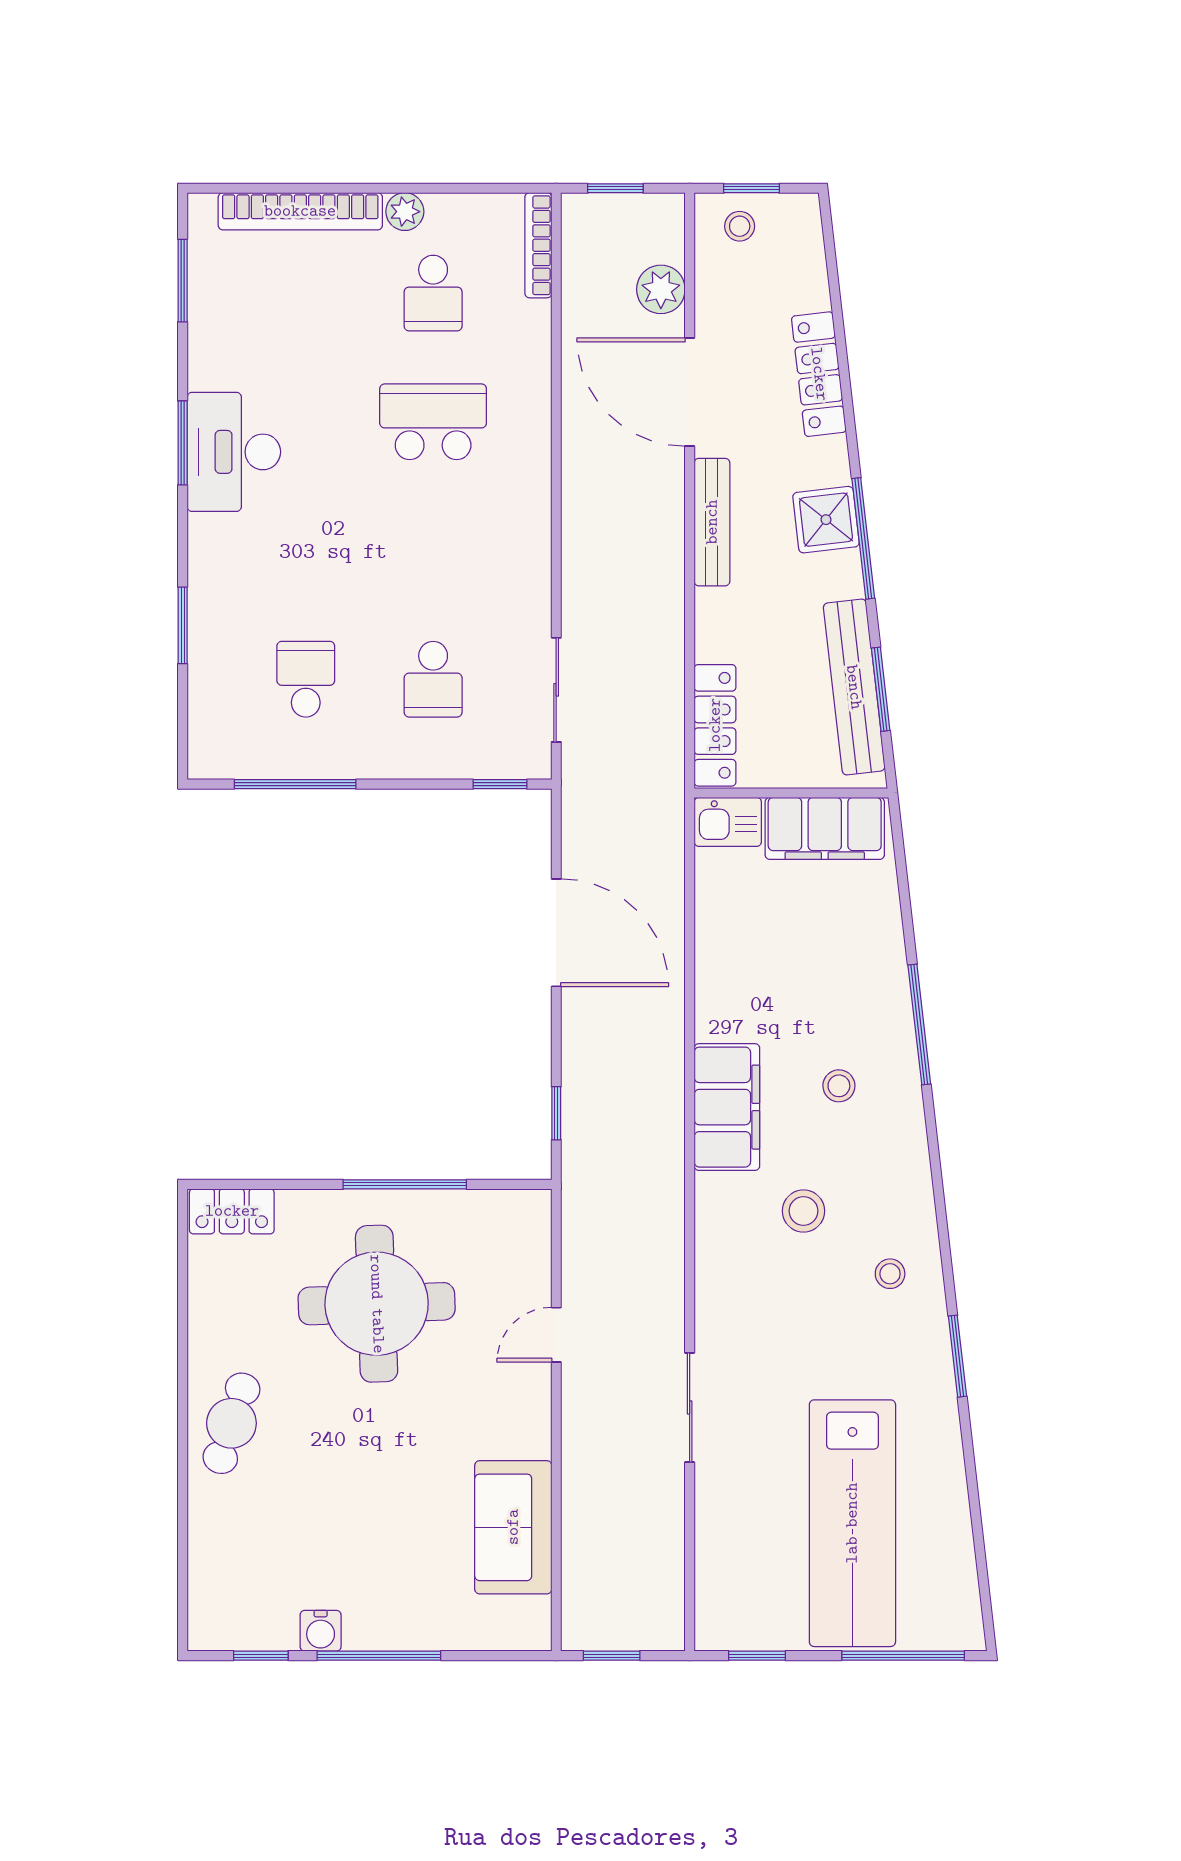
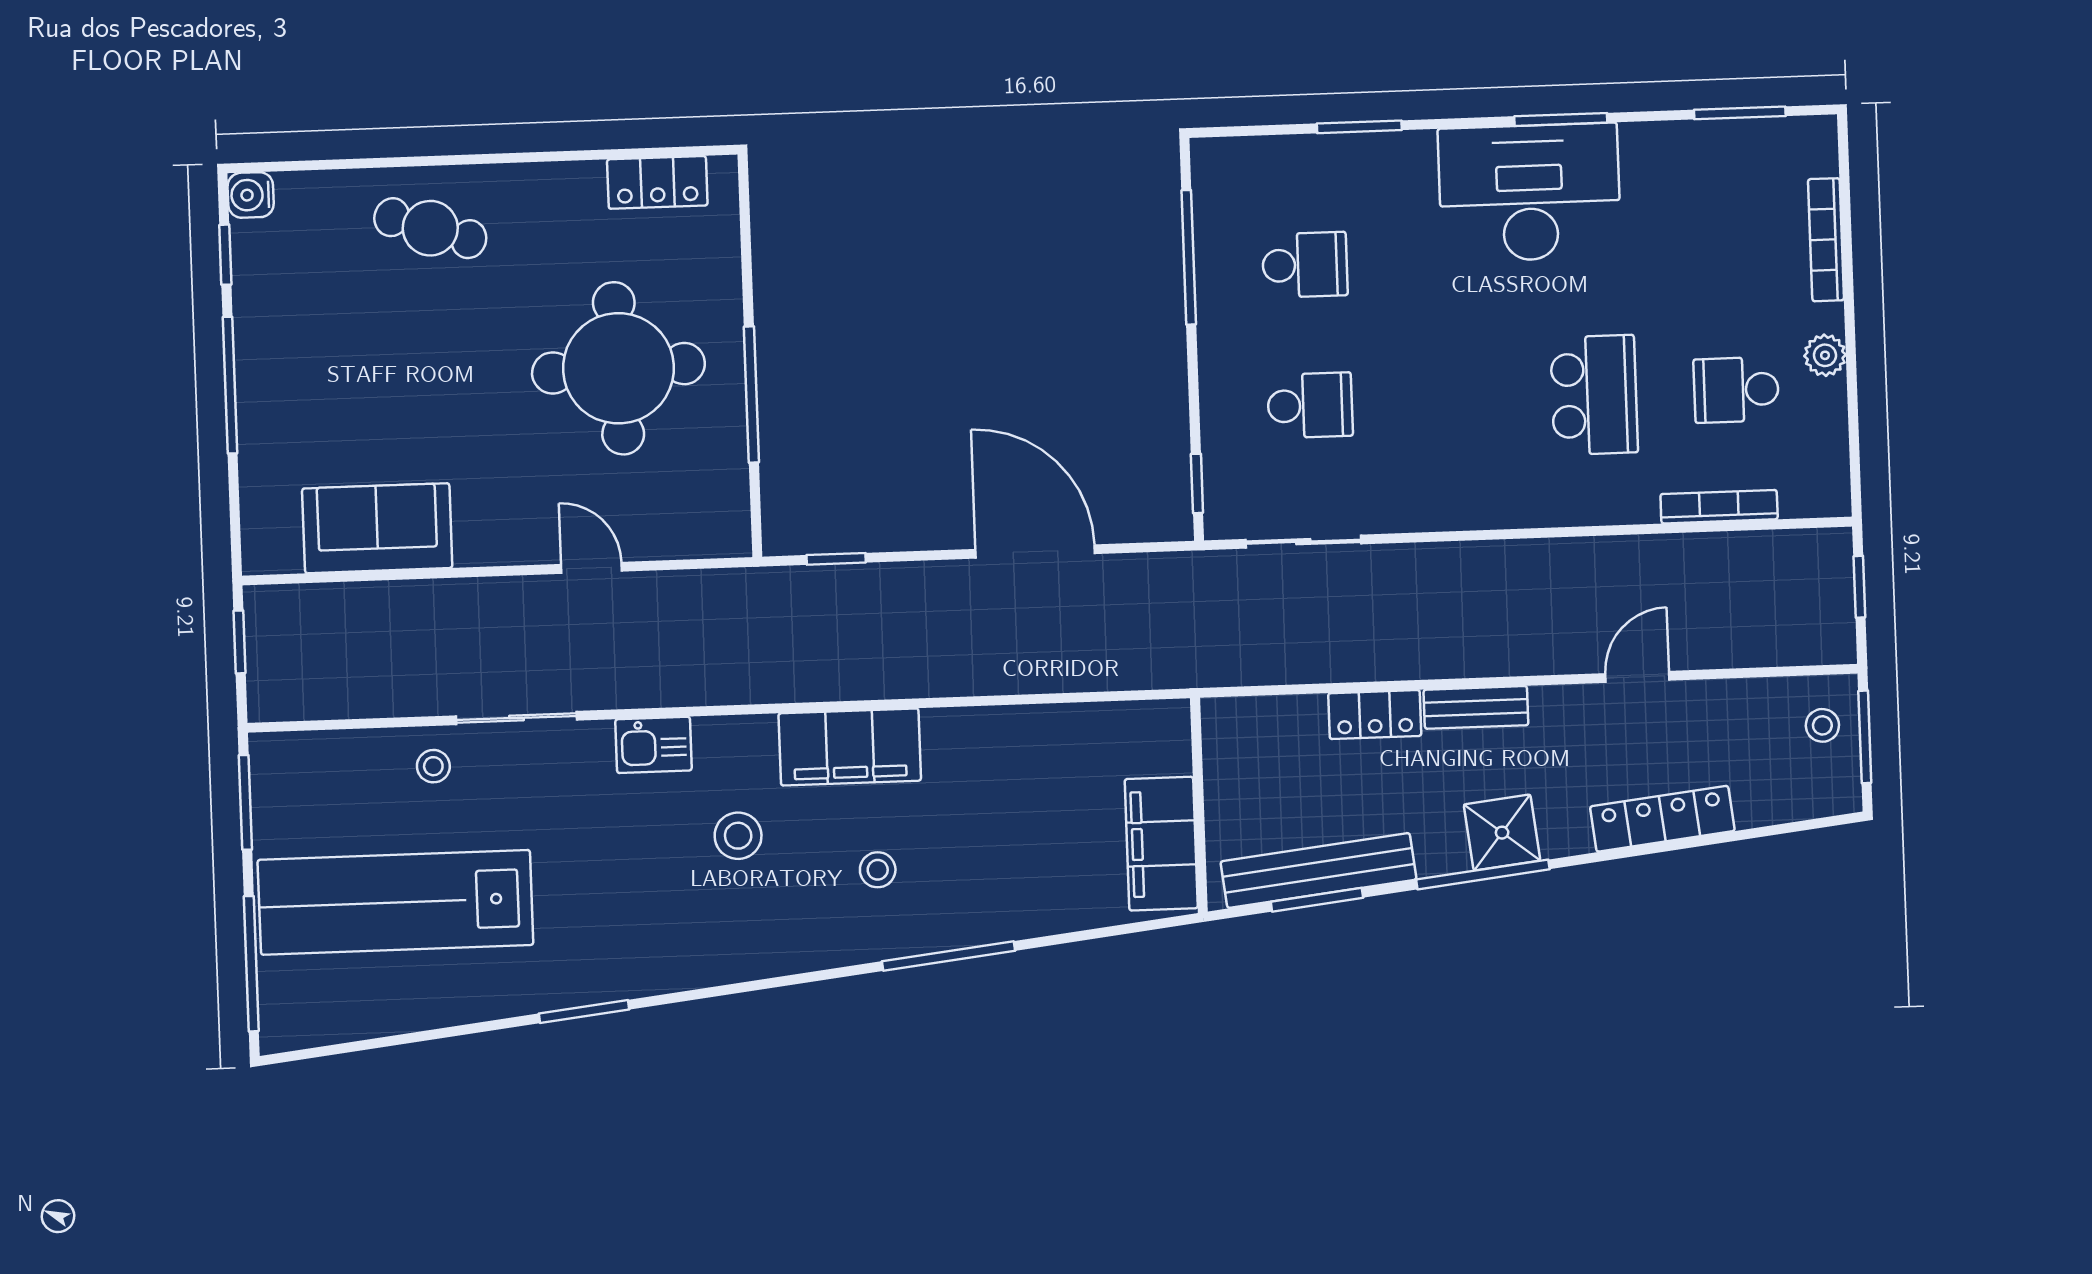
window: (751, 188) -> (1865, 737), width x1.50
bookcase: (300, 211) -> (1826, 240), width x0.68, depth x0.76
bookcase: (538, 245) -> (1719, 507), moved
plant: (661, 289) -> (1749, 641), removed
door: (690, 392) -> (1637, 677), width x0.53
desk: (234, 452) -> (1529, 193), width x1.36, depth x1.30
bench: (712, 522) -> (1476, 707), width x0.73
school desk: (433, 679) -> (1310, 405), turned 180
locker: (715, 725) -> (1375, 715), moved, width x0.66
kitchen sink: (728, 822) -> (653, 745), moved, turned -90
door: (556, 933) -> (1035, 552), swing flipped
locker: (232, 1211) -> (657, 182), moved, turned -90
stool: (890, 1274) -> (433, 766), moved
cafe table: (231, 1423) -> (430, 228), moved
water cooler: (321, 1631) -> (251, 195), moved
window: (757, 1656) -> (245, 802), width x1.50

